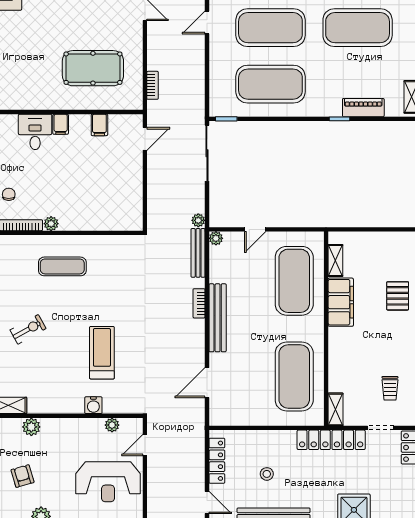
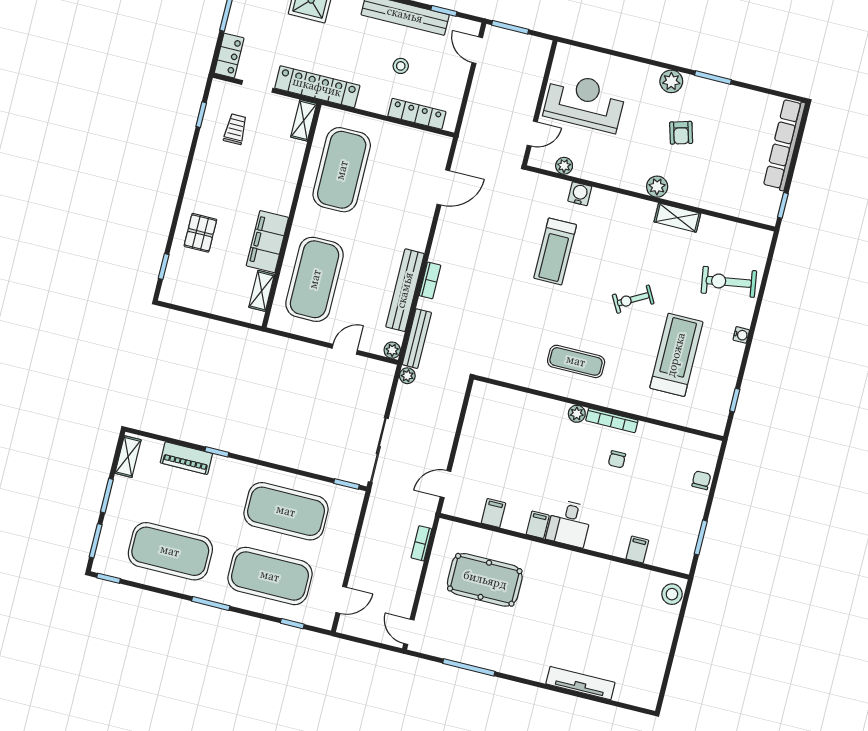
bench: (218, 318) -> (405, 290), moved
locker: (217, 461) -> (417, 114), moved, turned 90

